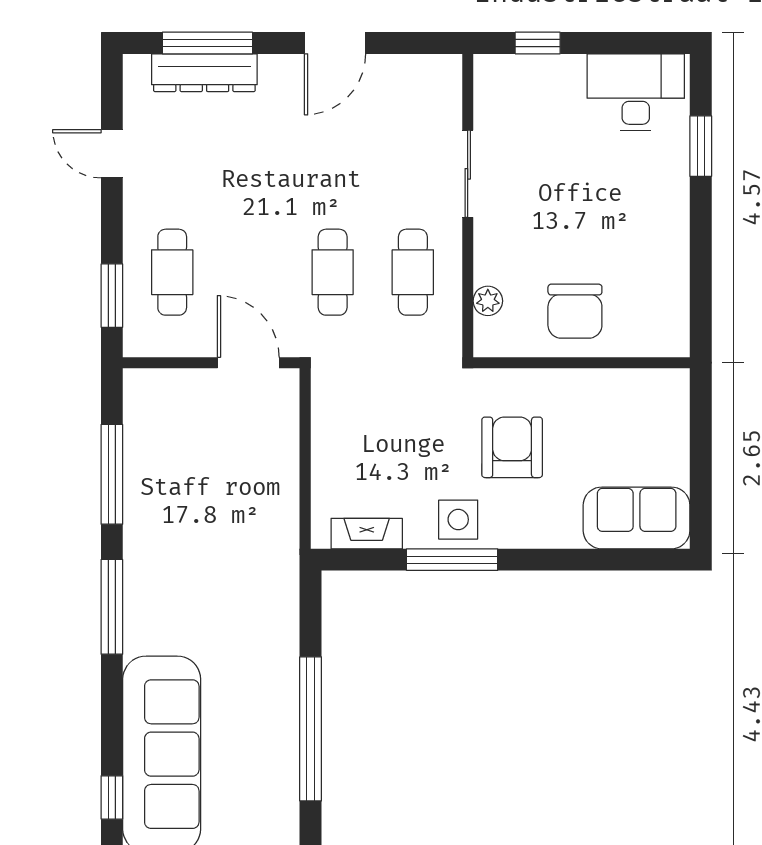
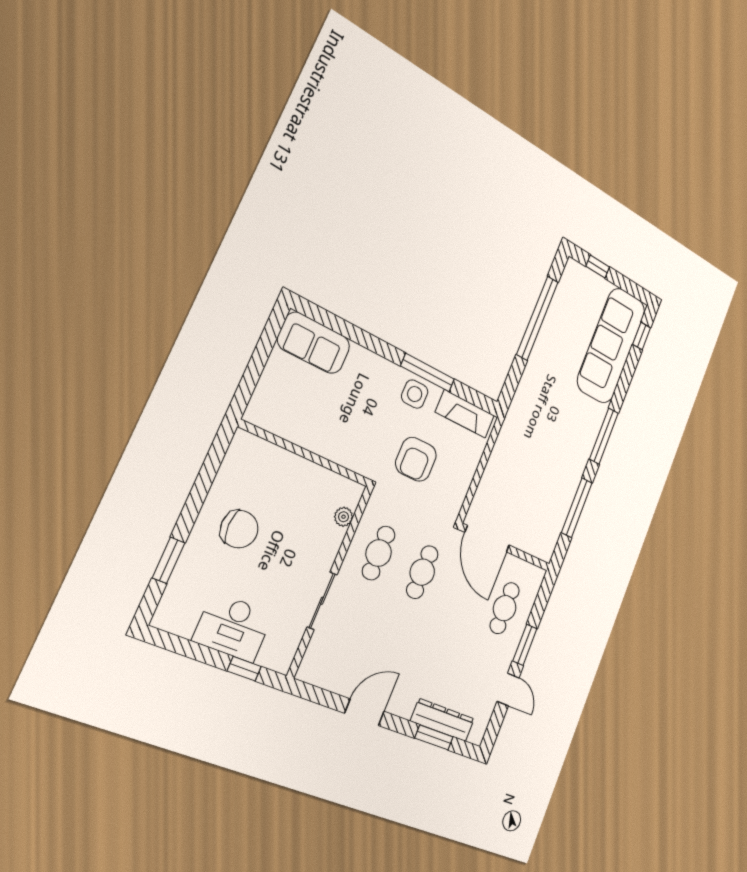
window: (207, 43) -> (434, 737), width x0.69
desk: (636, 92) -> (233, 627), moved
window: (112, 296) -> (525, 645), moved
chair: (575, 311) -> (239, 529), moved, turned 90
door: (248, 363) -> (487, 539), width x1.36
armchair: (512, 447) -> (416, 459), moved
fireplace: (367, 534) -> (465, 414), width x1.37, depth x1.32

